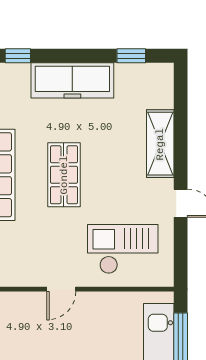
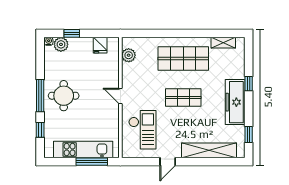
window: (18, 56) -> (249, 84), moved
shelving: (160, 144) -> (209, 150), width x1.47

